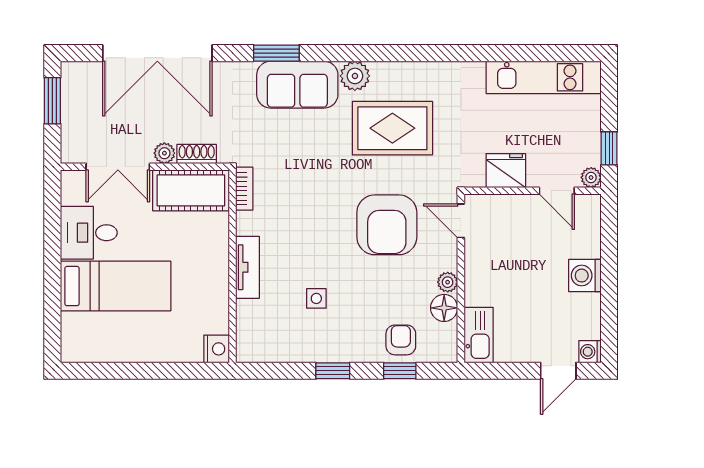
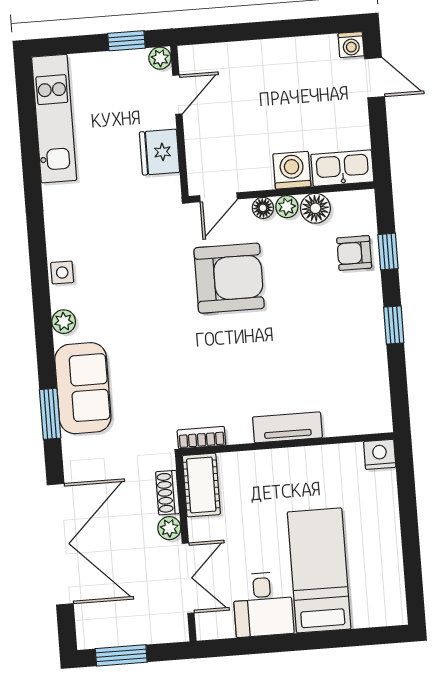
plant: (355, 76) -> (64, 322), width x0.73, depth x0.73
rug: (392, 128) -> (123, 280), removed
cot: (191, 190) -> (201, 485), width x0.73, depth x0.75
floor lamp: (448, 260) -> (263, 208), added
washing machine: (585, 276) -> (292, 170), moved, turned 180
side table: (316, 298) -> (62, 272), moved

